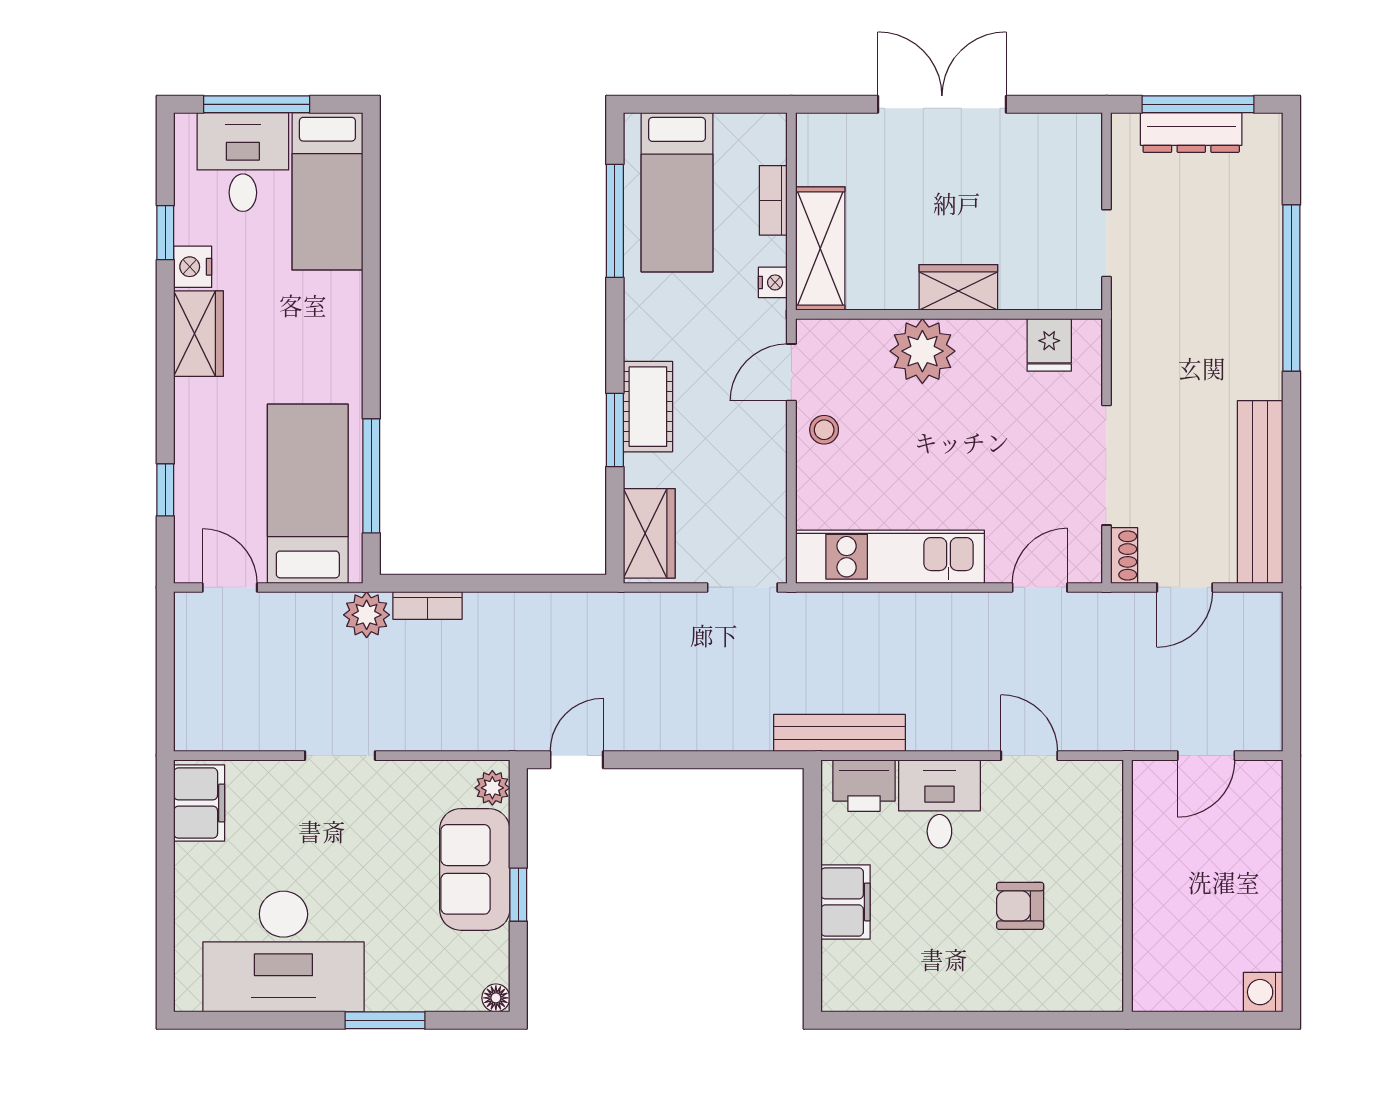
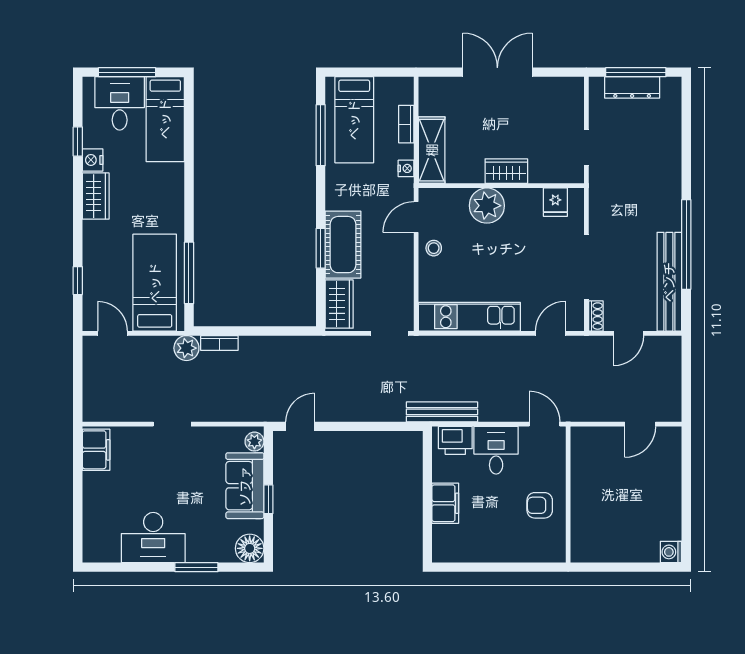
window: (1291, 288) -> (686, 244), moved
cot: (648, 407) -> (343, 245), width x1.37, depth x1.34
wall: (1128, 886) -> (568, 495), moved
desk: (283, 952) -> (153, 538), width x0.73, depth x0.77
floor lamp: (496, 998) -> (250, 548), width x1.89, depth x1.89

